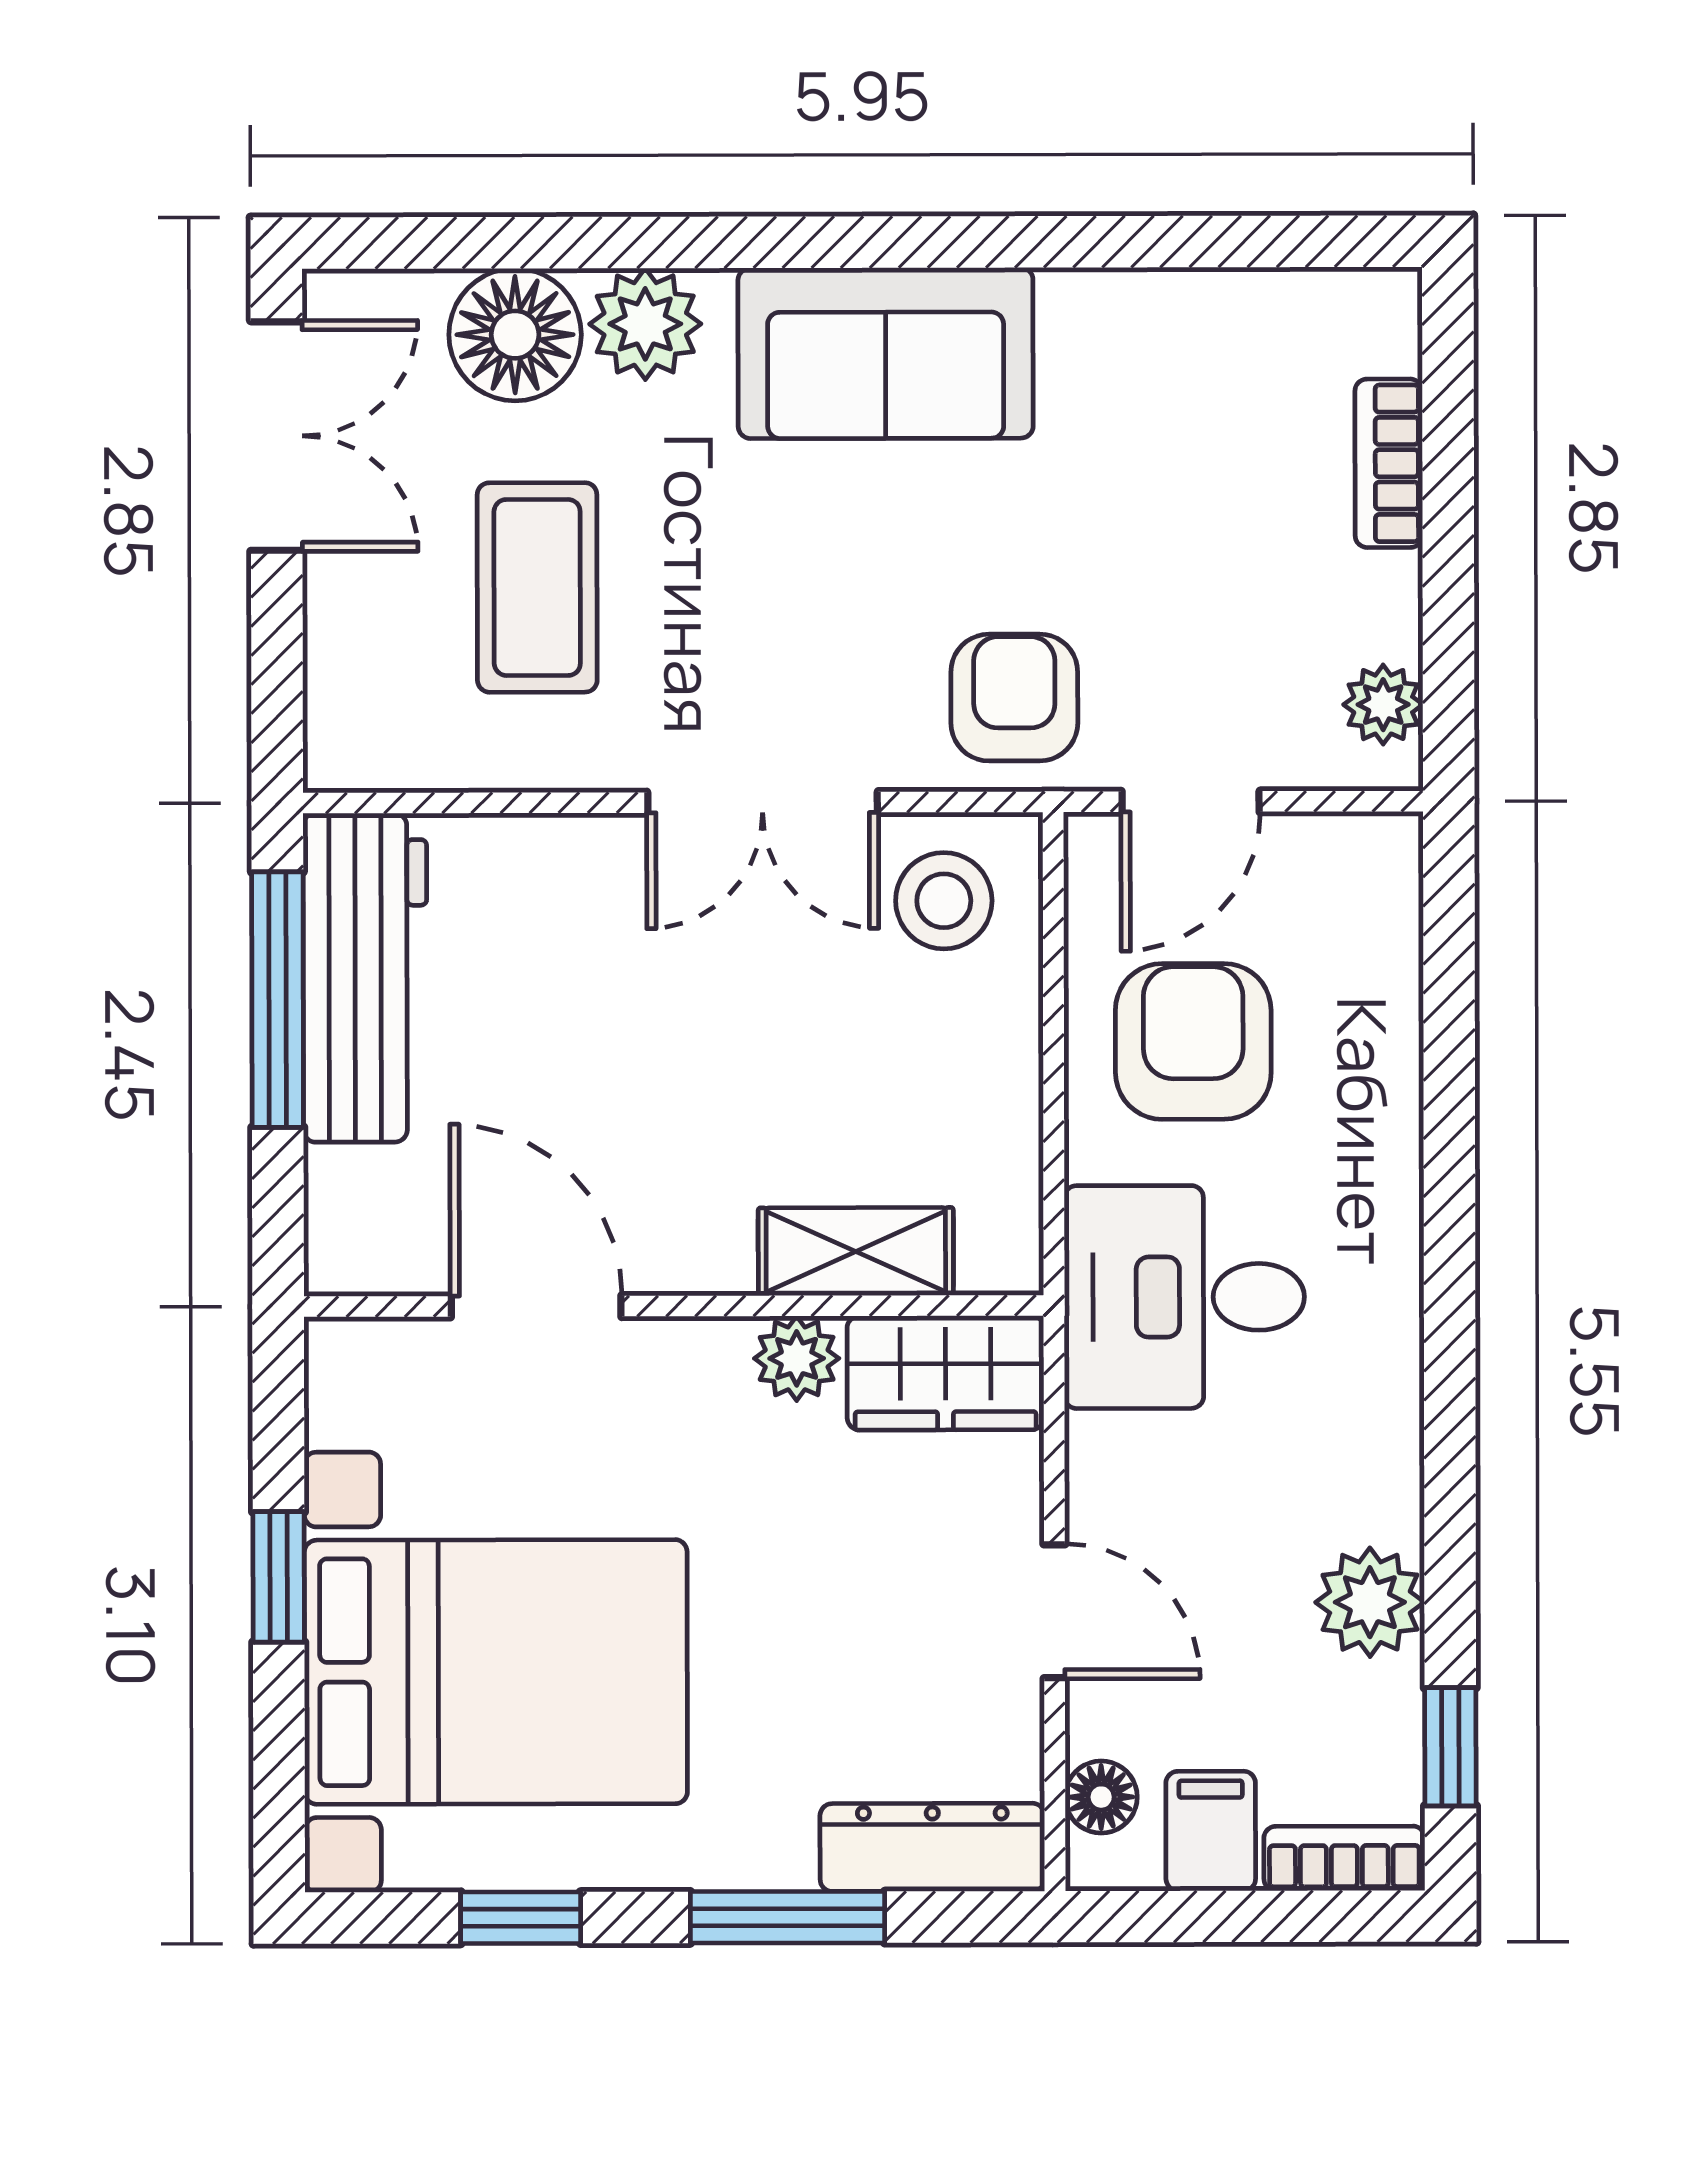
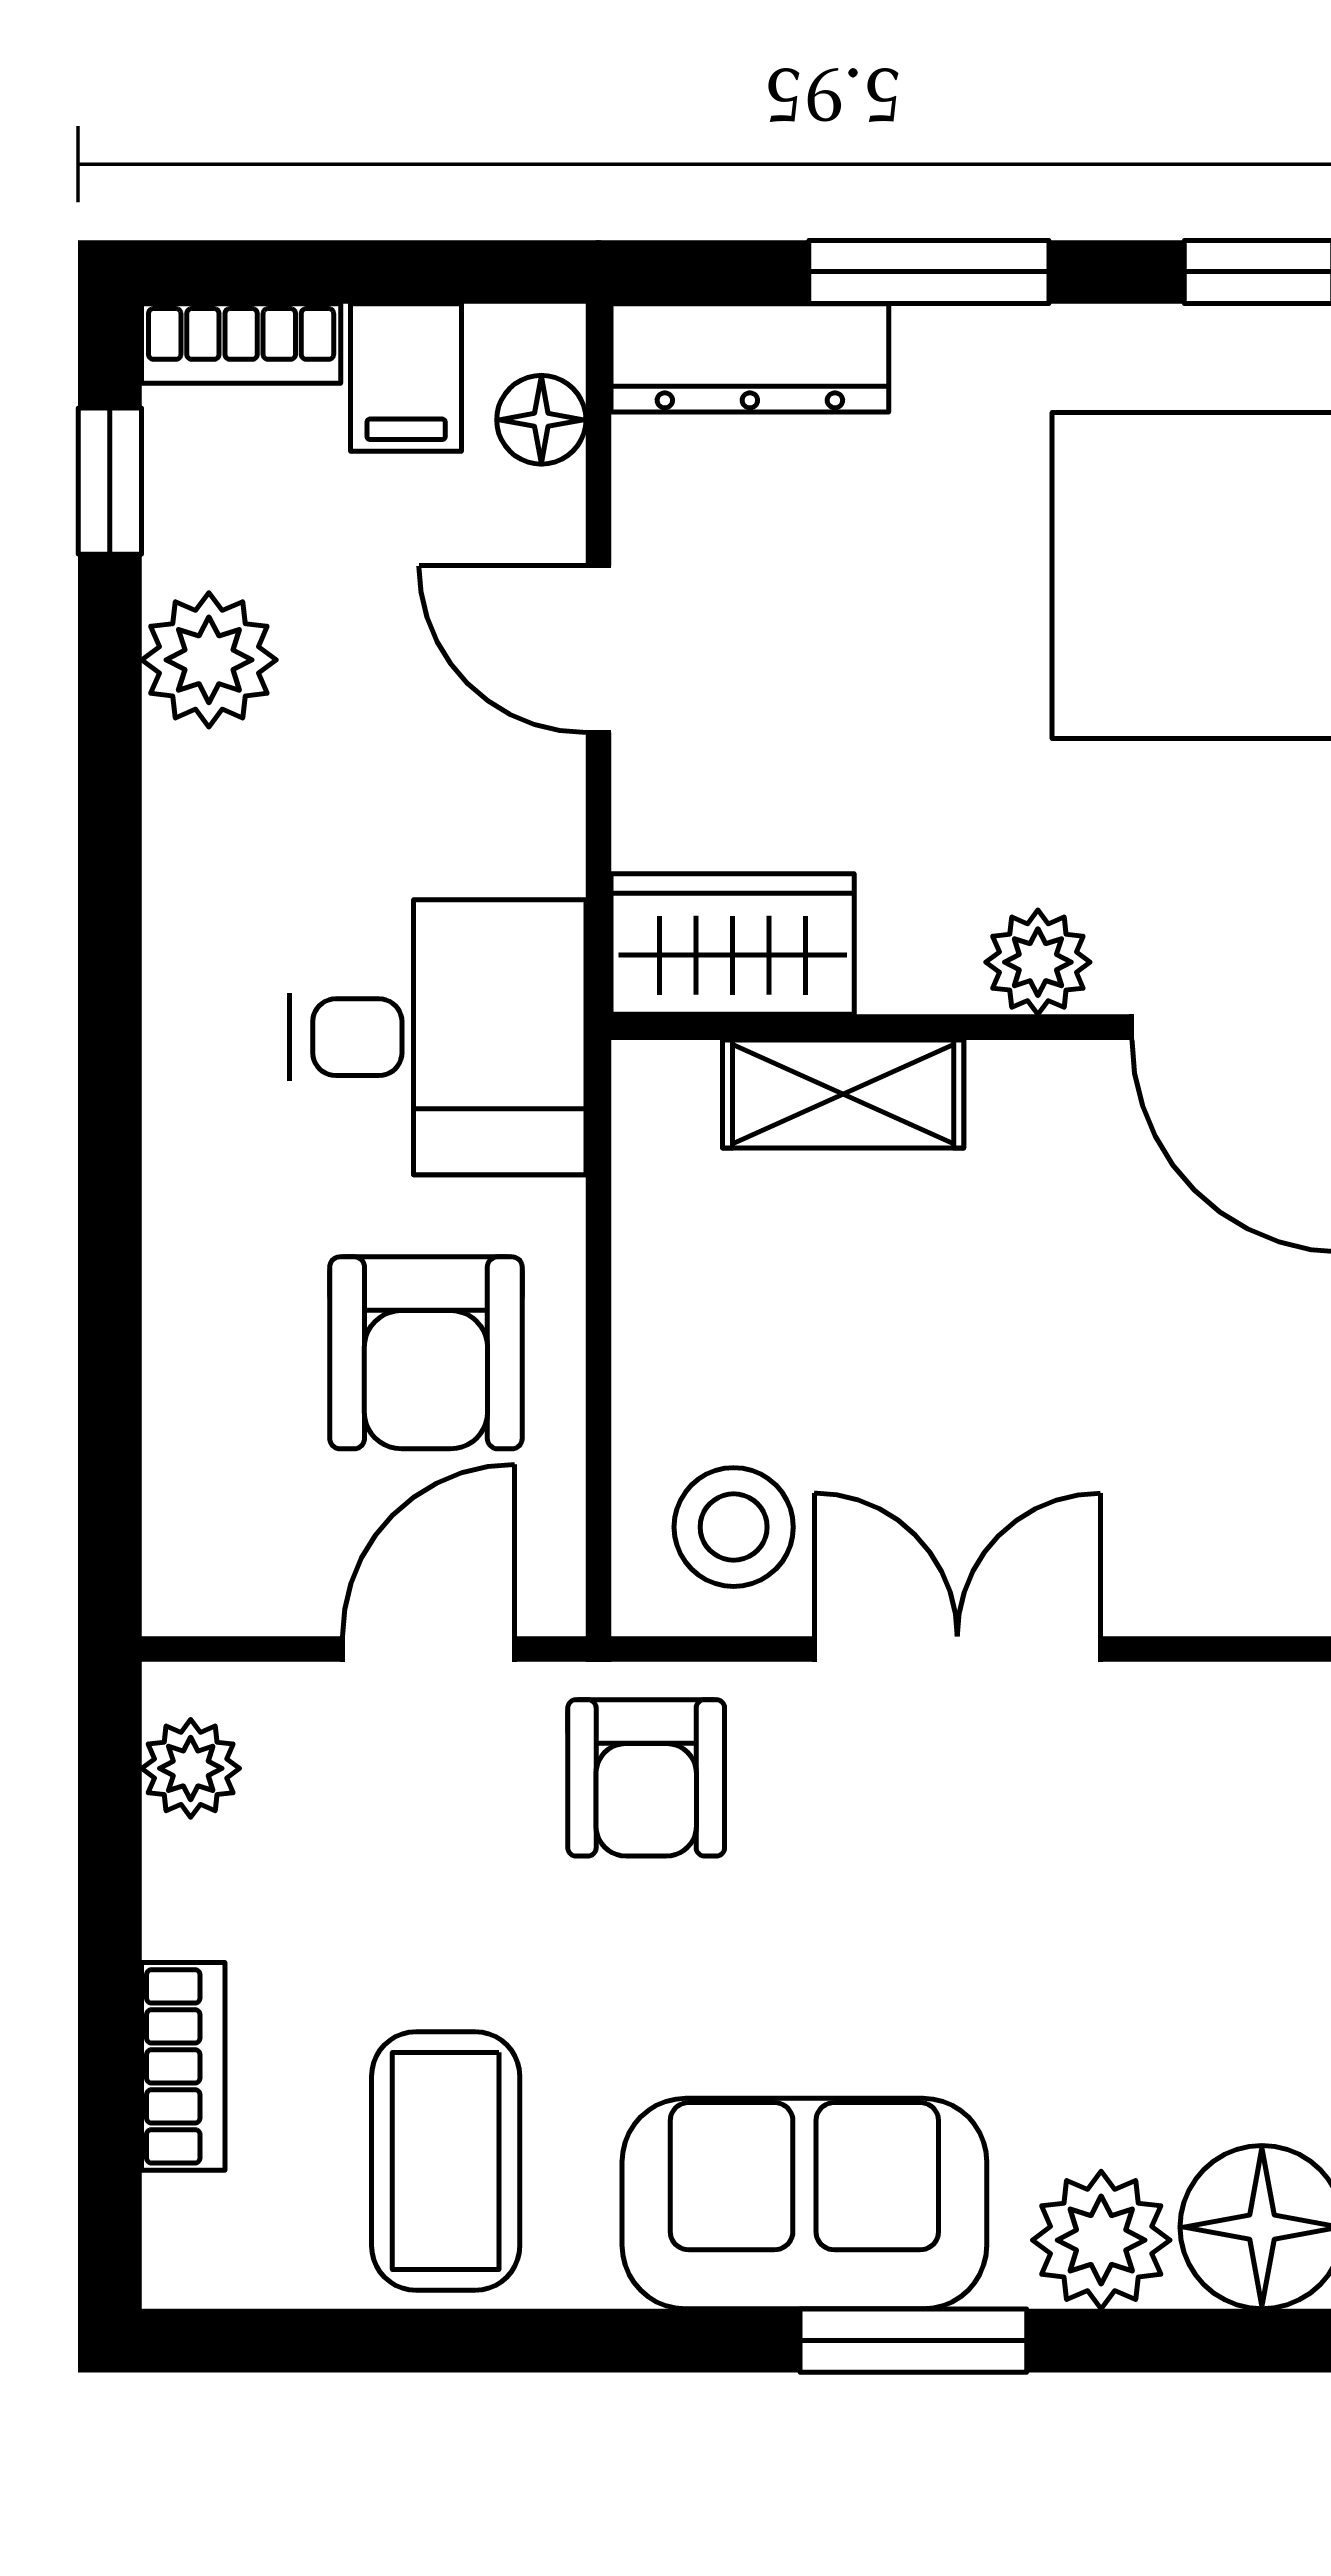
window: (797, 242) -> (913, 2341), added
coffee table: (537, 587) -> (446, 2161), moved
plant: (797, 1358) -> (1038, 962), moved

